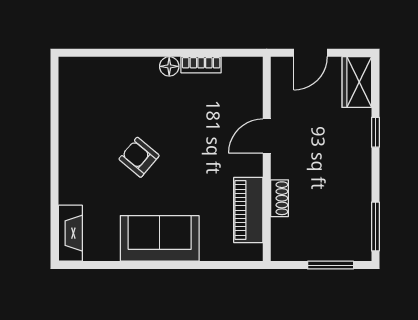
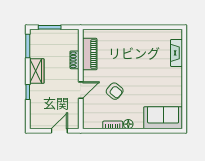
wardrobe: (357, 82) -> (37, 71), moved
armchair: (139, 157) -> (115, 91), moved
fireplace: (70, 233) -> (176, 53), moved
sofa: (160, 238) -> (163, 118), moved, turned 180

